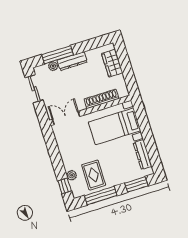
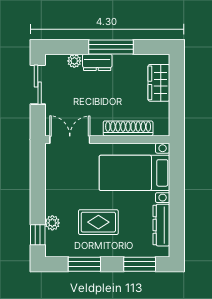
window: (58, 55) -> (111, 47), moved
dresser: (72, 61) -> (97, 62), width x0.70
rug: (94, 175) -> (98, 222), moved, turned 90
window: (101, 196) -> (84, 264), width x0.69

